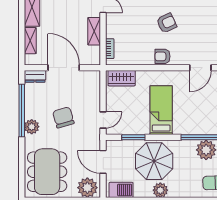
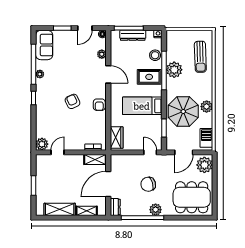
shelving: (94, 31) -> (95, 160), moved
rug: (197, 119) -> (149, 77), added

